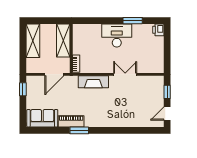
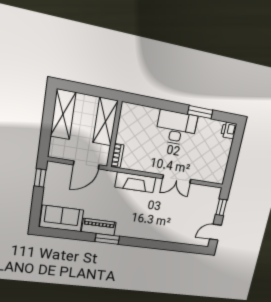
double door: (125, 74) -> (177, 179), swing flipped

